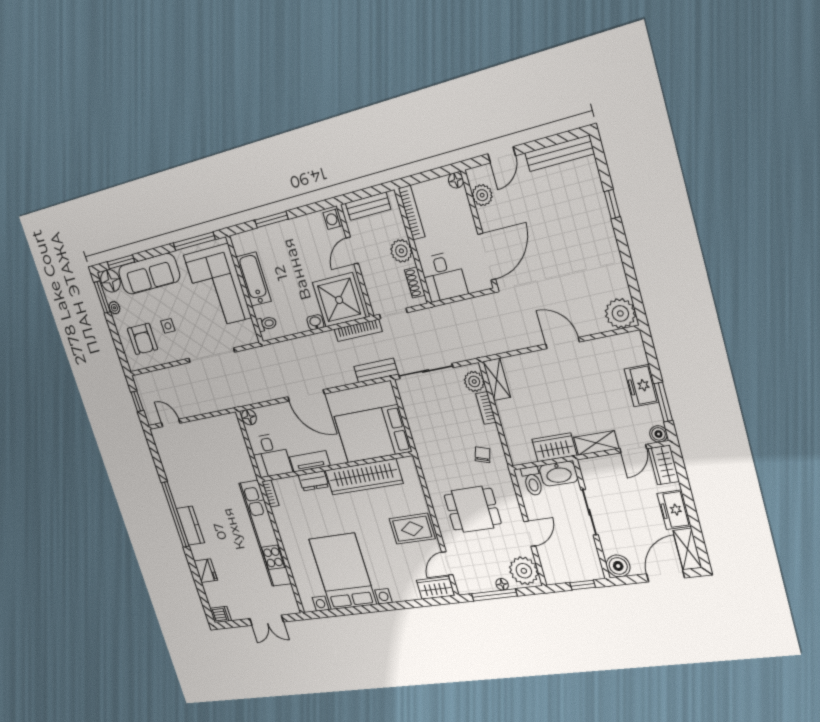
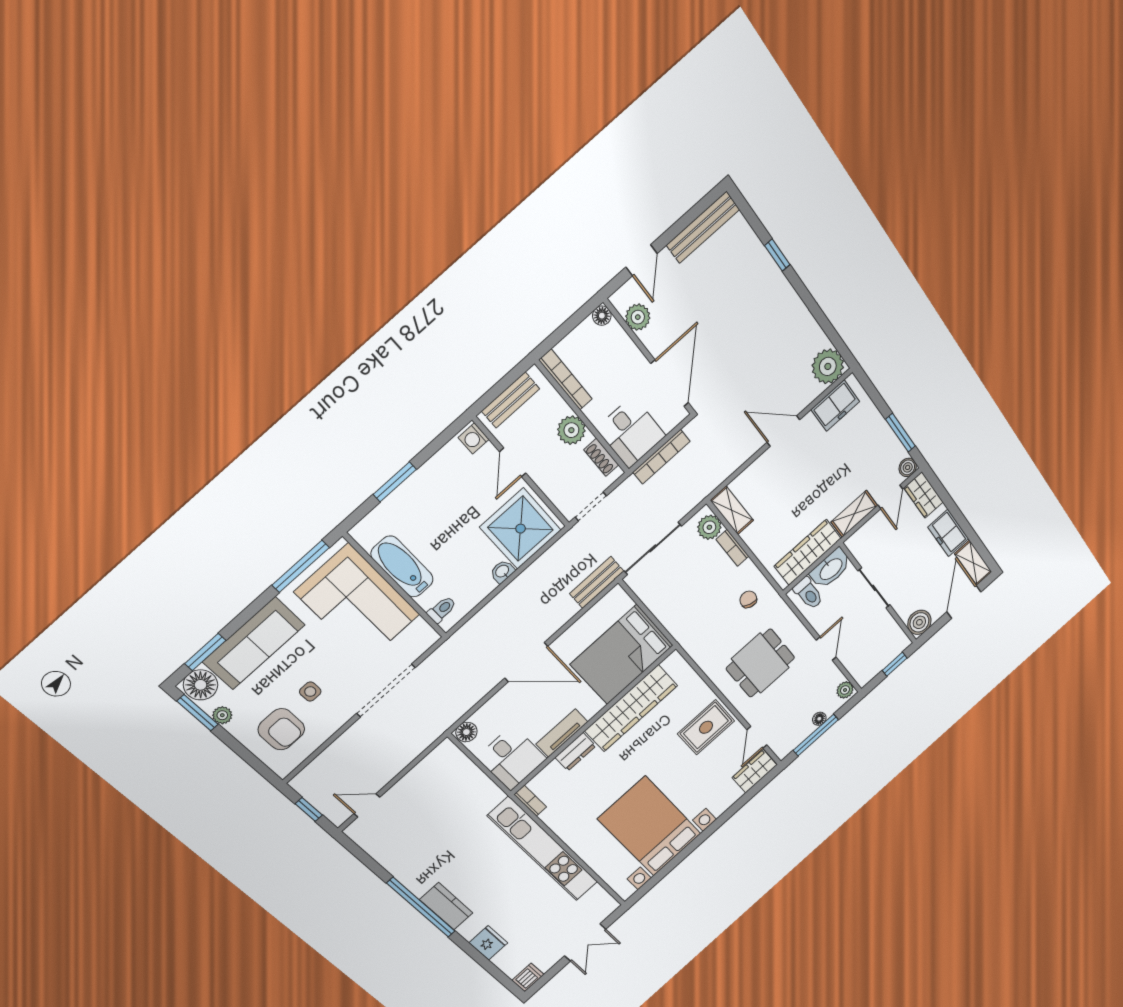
bookcase: (358, 330) -> (661, 457), moved
freezer: (642, 386) -> (835, 406), moved, turned -90
wardrobe: (554, 447) -> (808, 552), width x1.50
plant: (524, 571) -> (845, 690), width x0.53, depth x0.53

